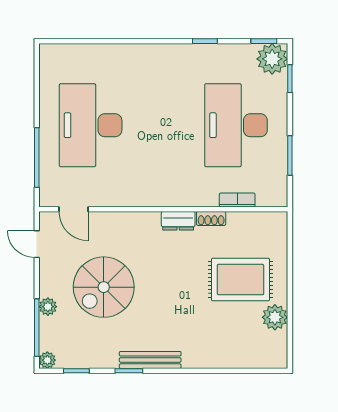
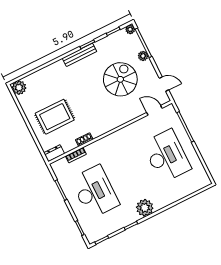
plant: (272, 59) -> (145, 208), moved
dresser: (178, 221) -> (54, 153), moved
plant: (275, 317) -> (19, 88), moved

